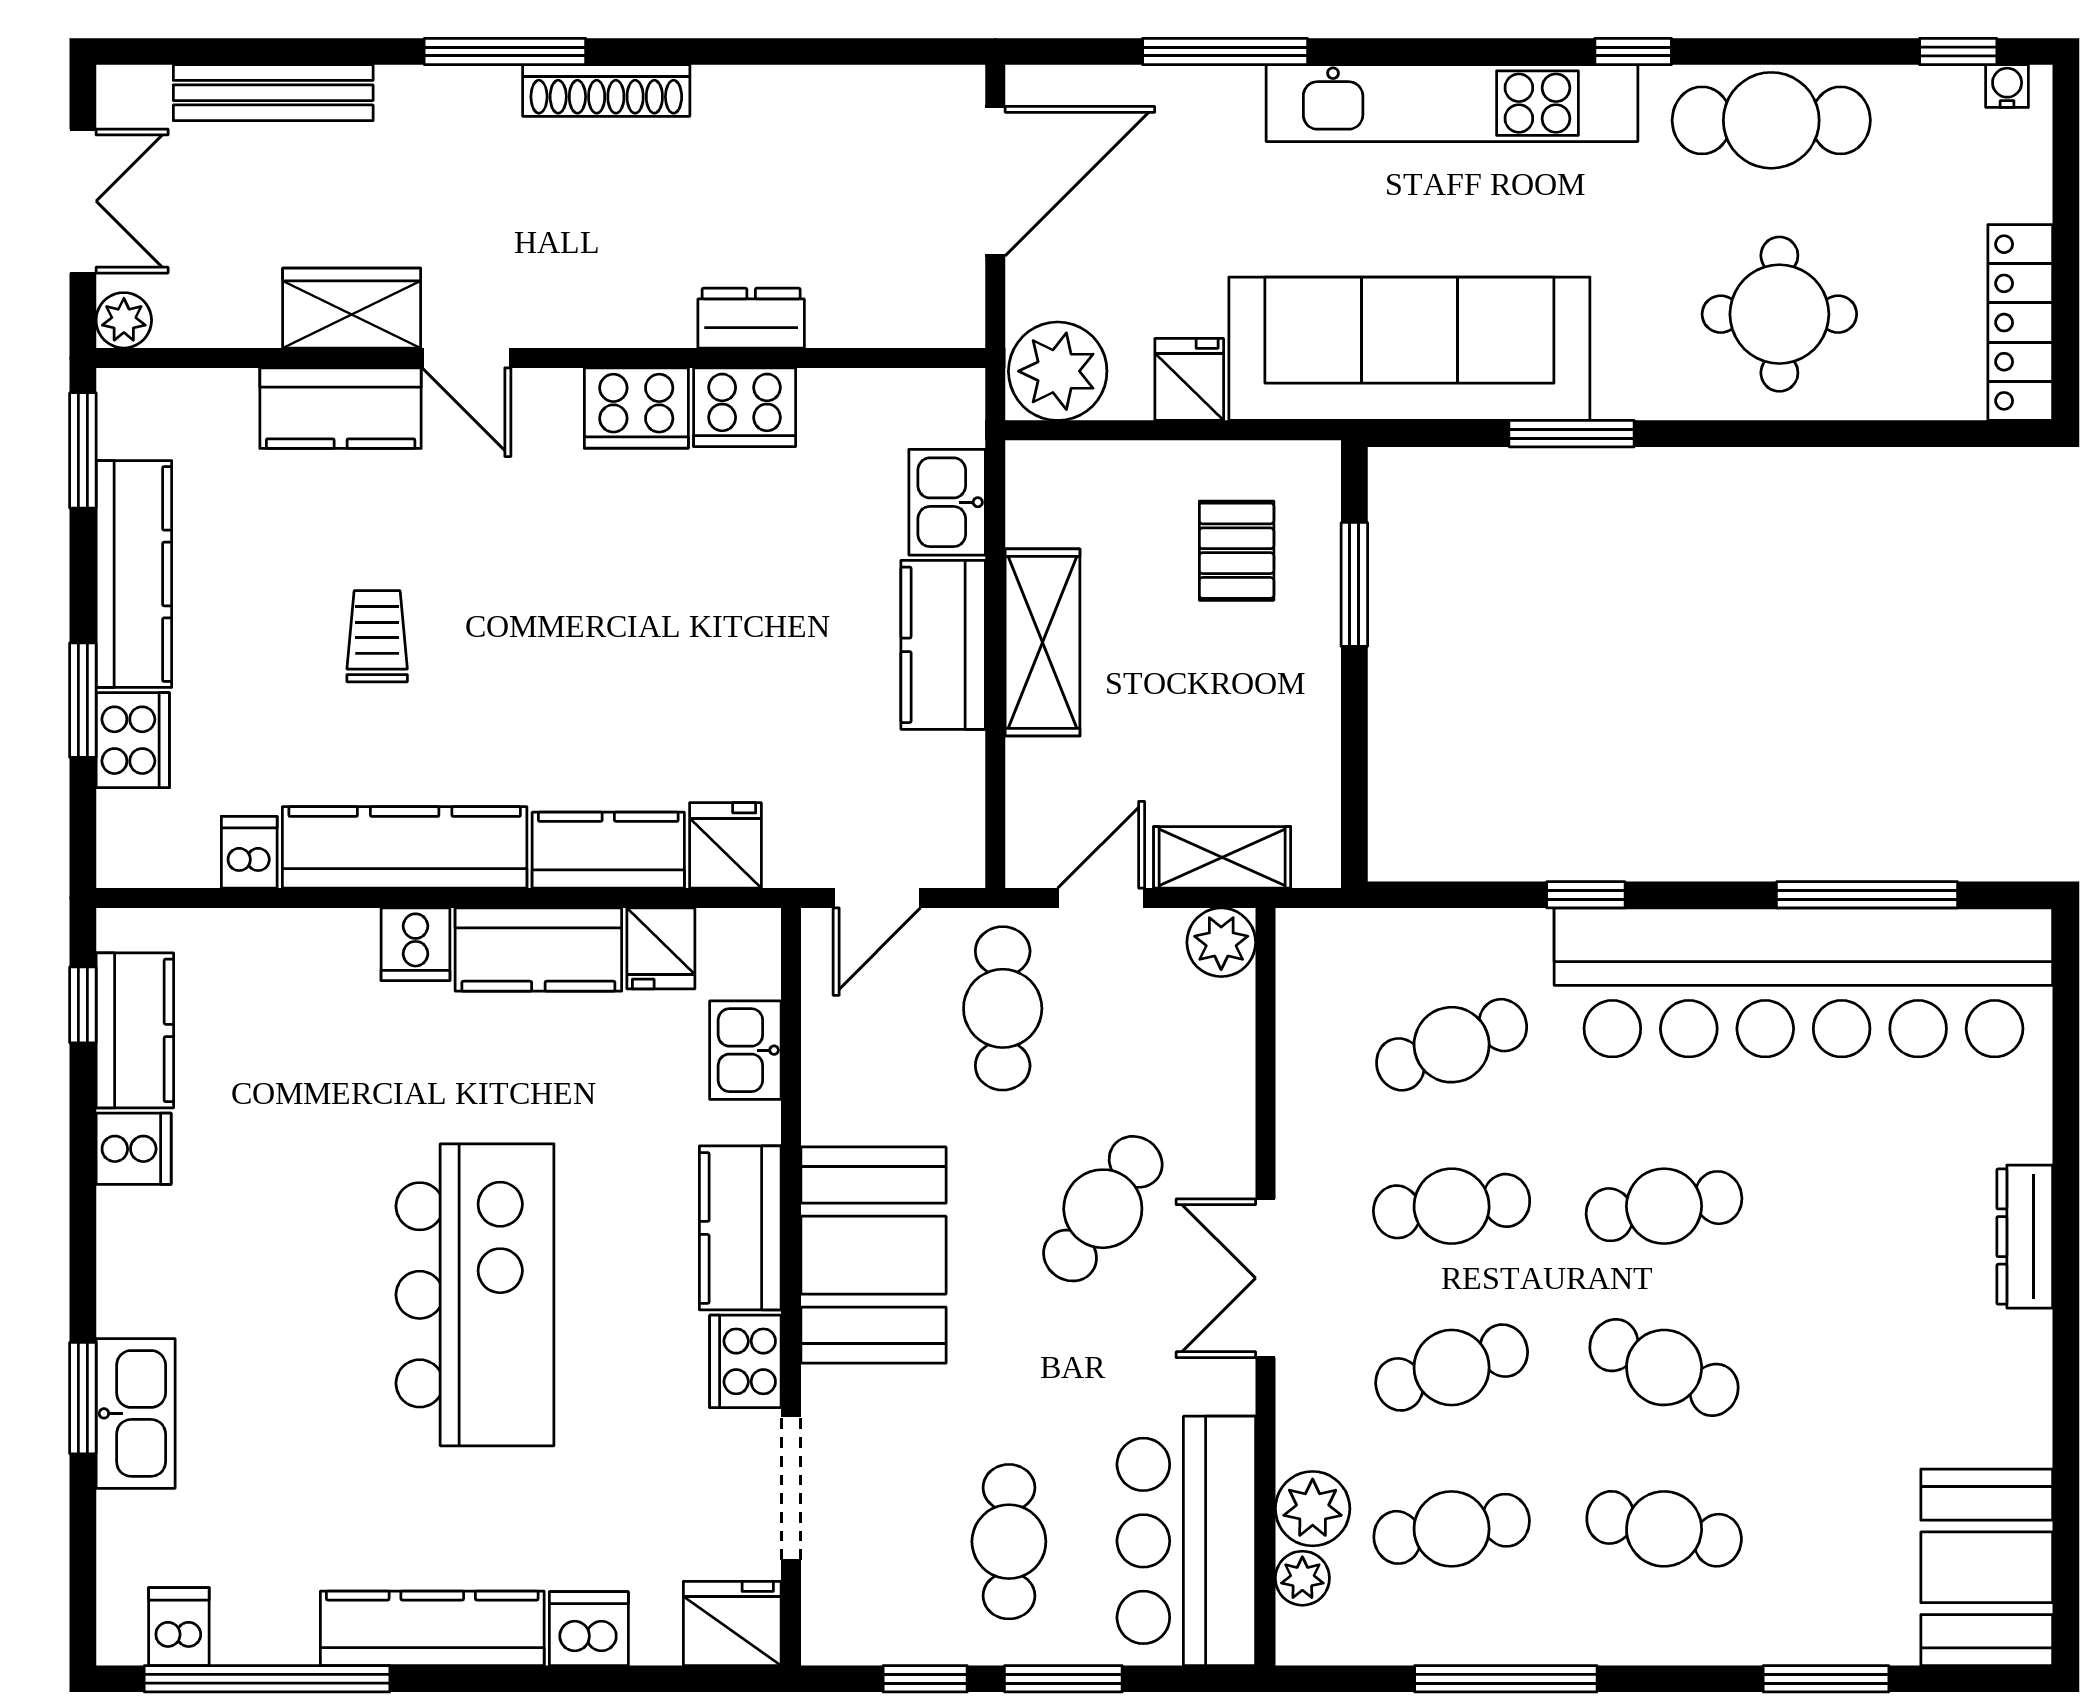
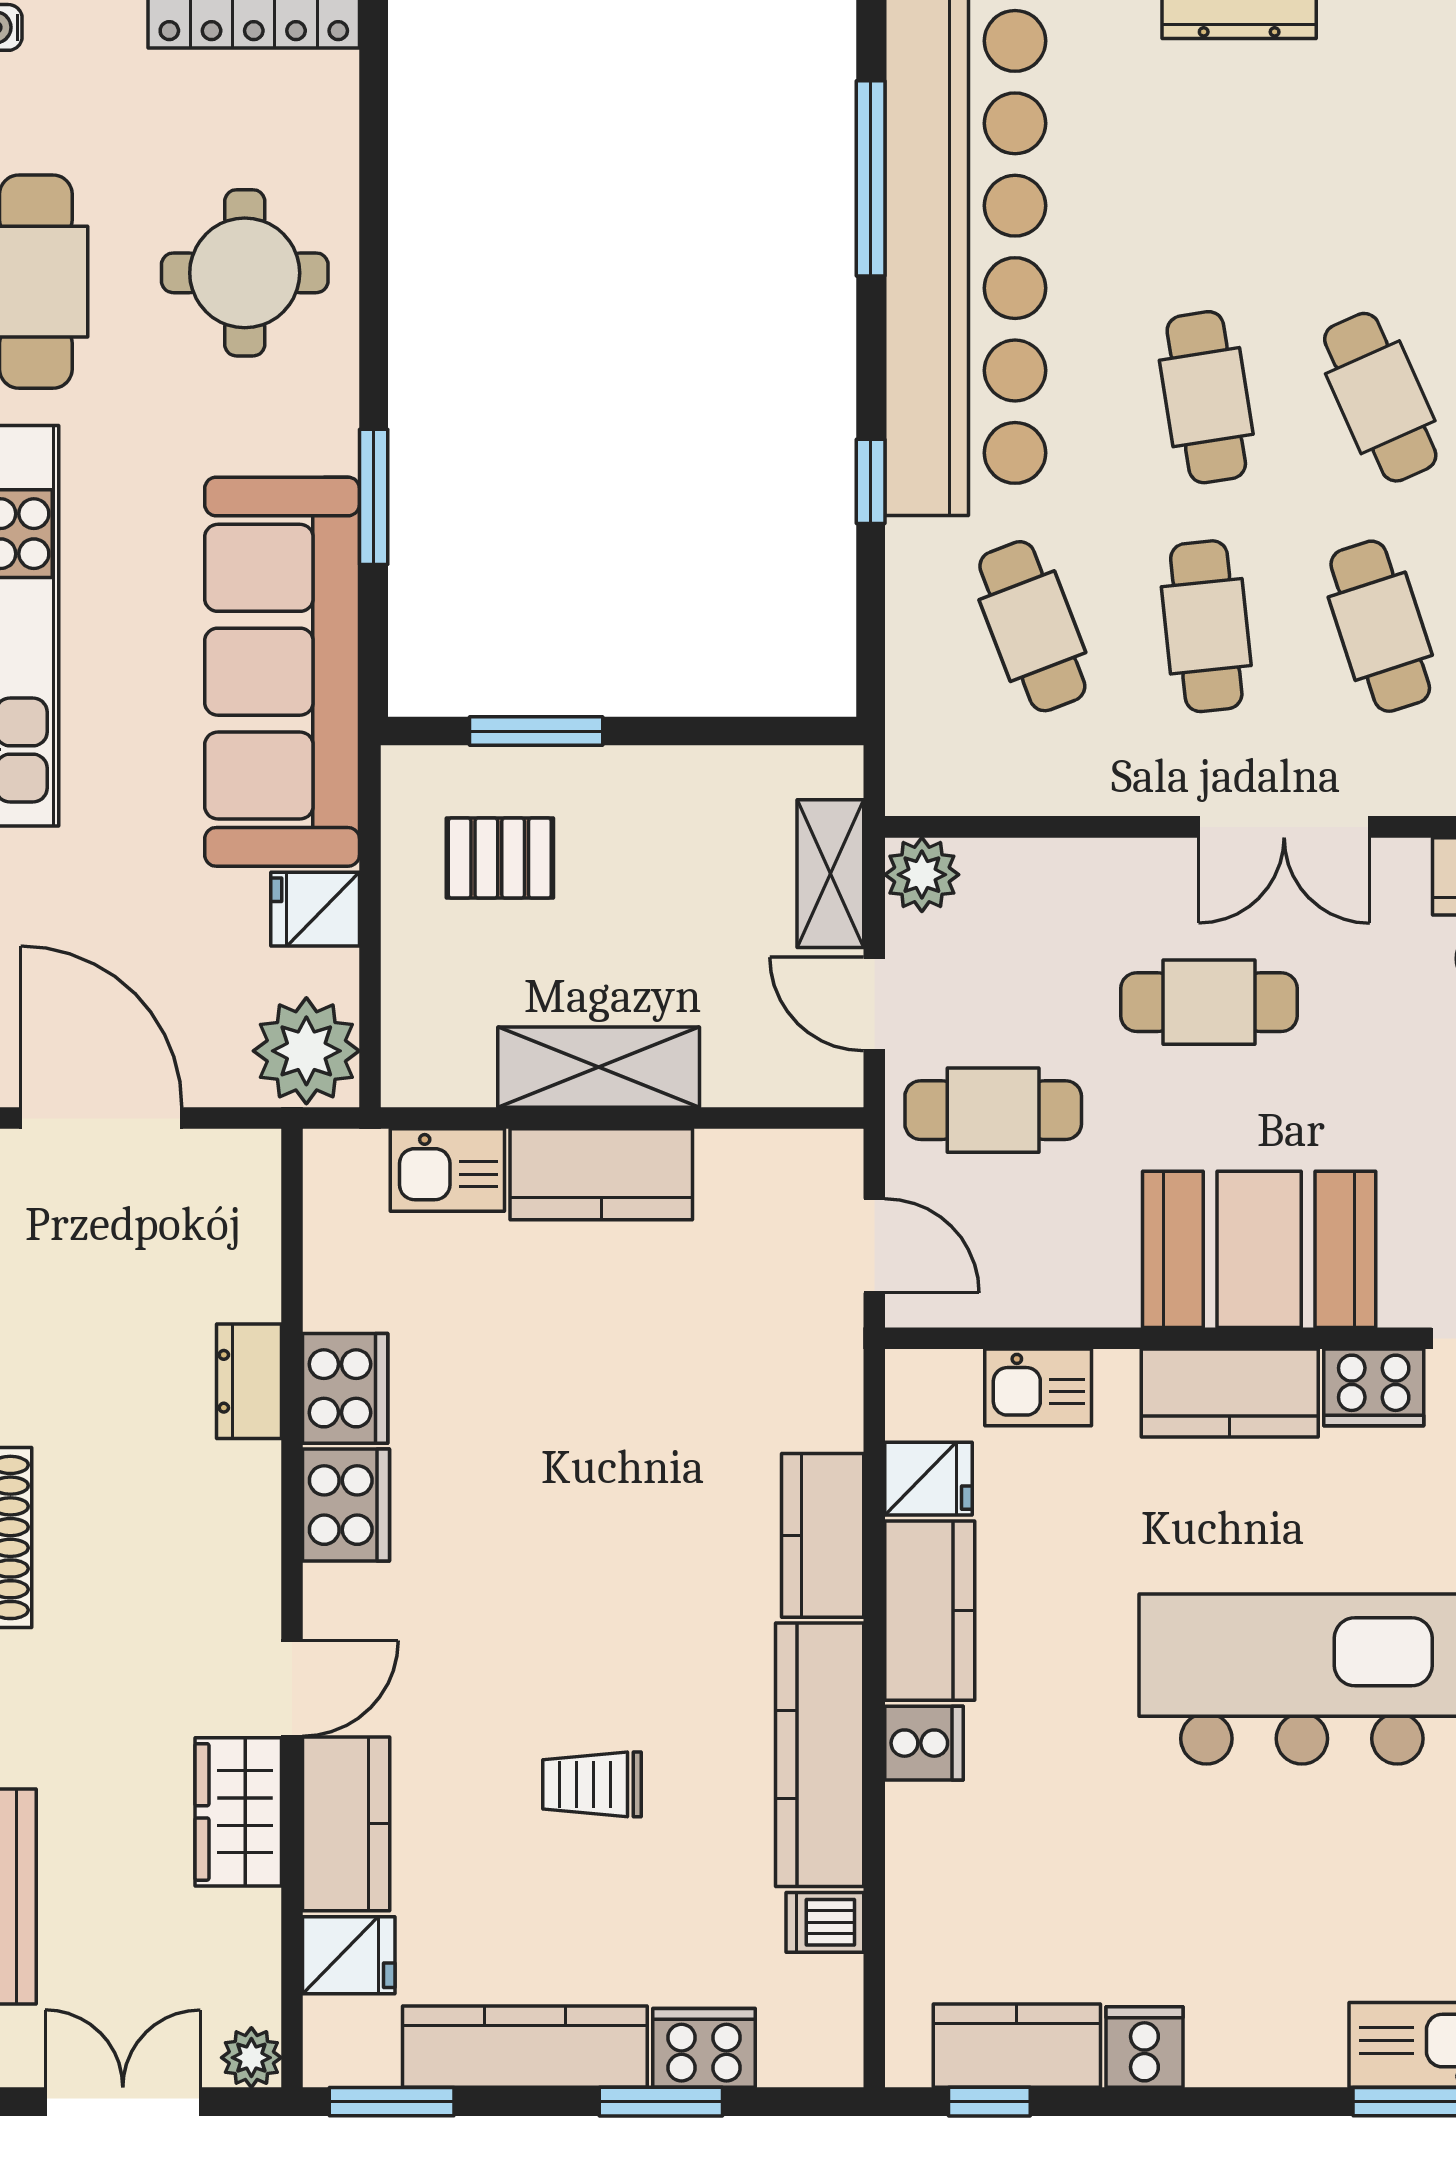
fridge: (725, 845) -> (349, 1955), moved, turned 180
cafe table: (1103, 1209) -> (1209, 1002), turned -35
cafe table: (1664, 1367) -> (1380, 397), turned -48

